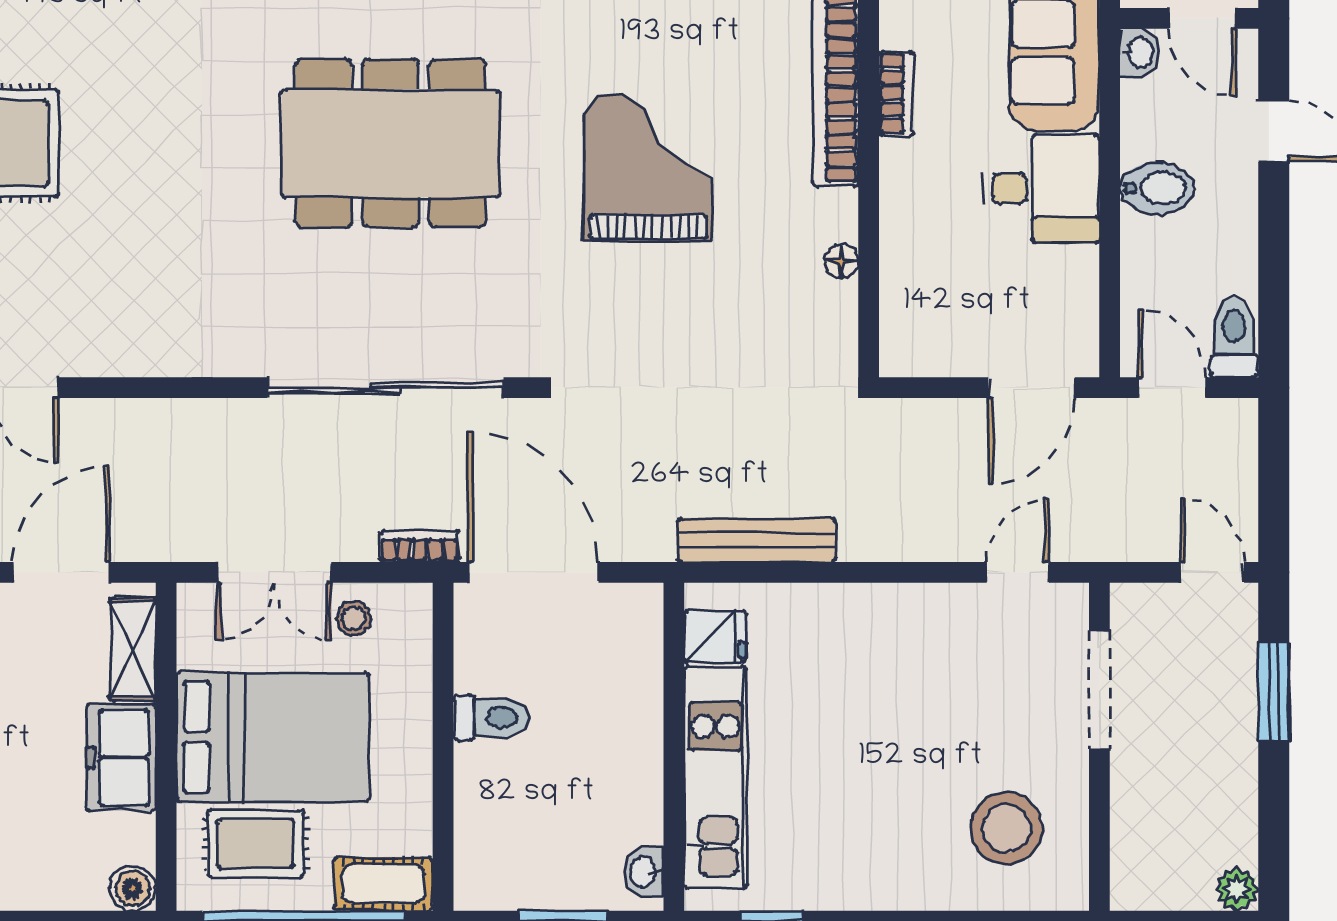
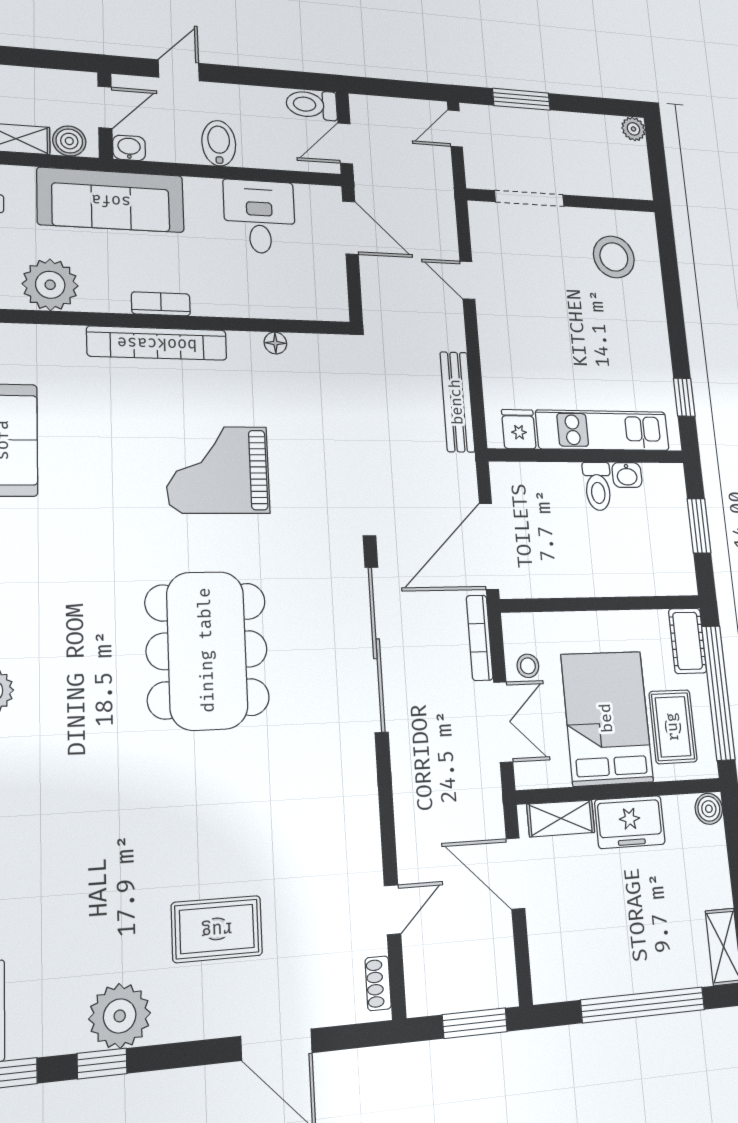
desk: (1041, 189) -> (260, 217), moved
bookcase: (420, 546) -> (480, 638), width x1.56
door: (1018, 572) -> (467, 280), moved
toilet: (491, 718) -> (598, 486), moved, turned 180
washbasin: (644, 872) -> (627, 475), moved

